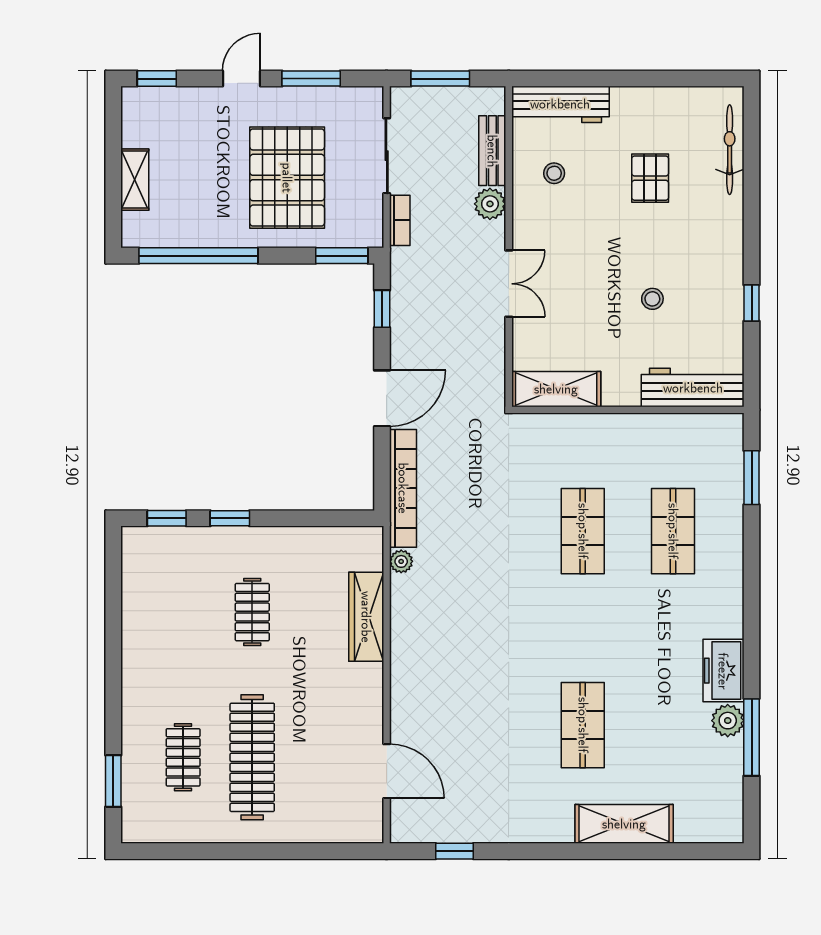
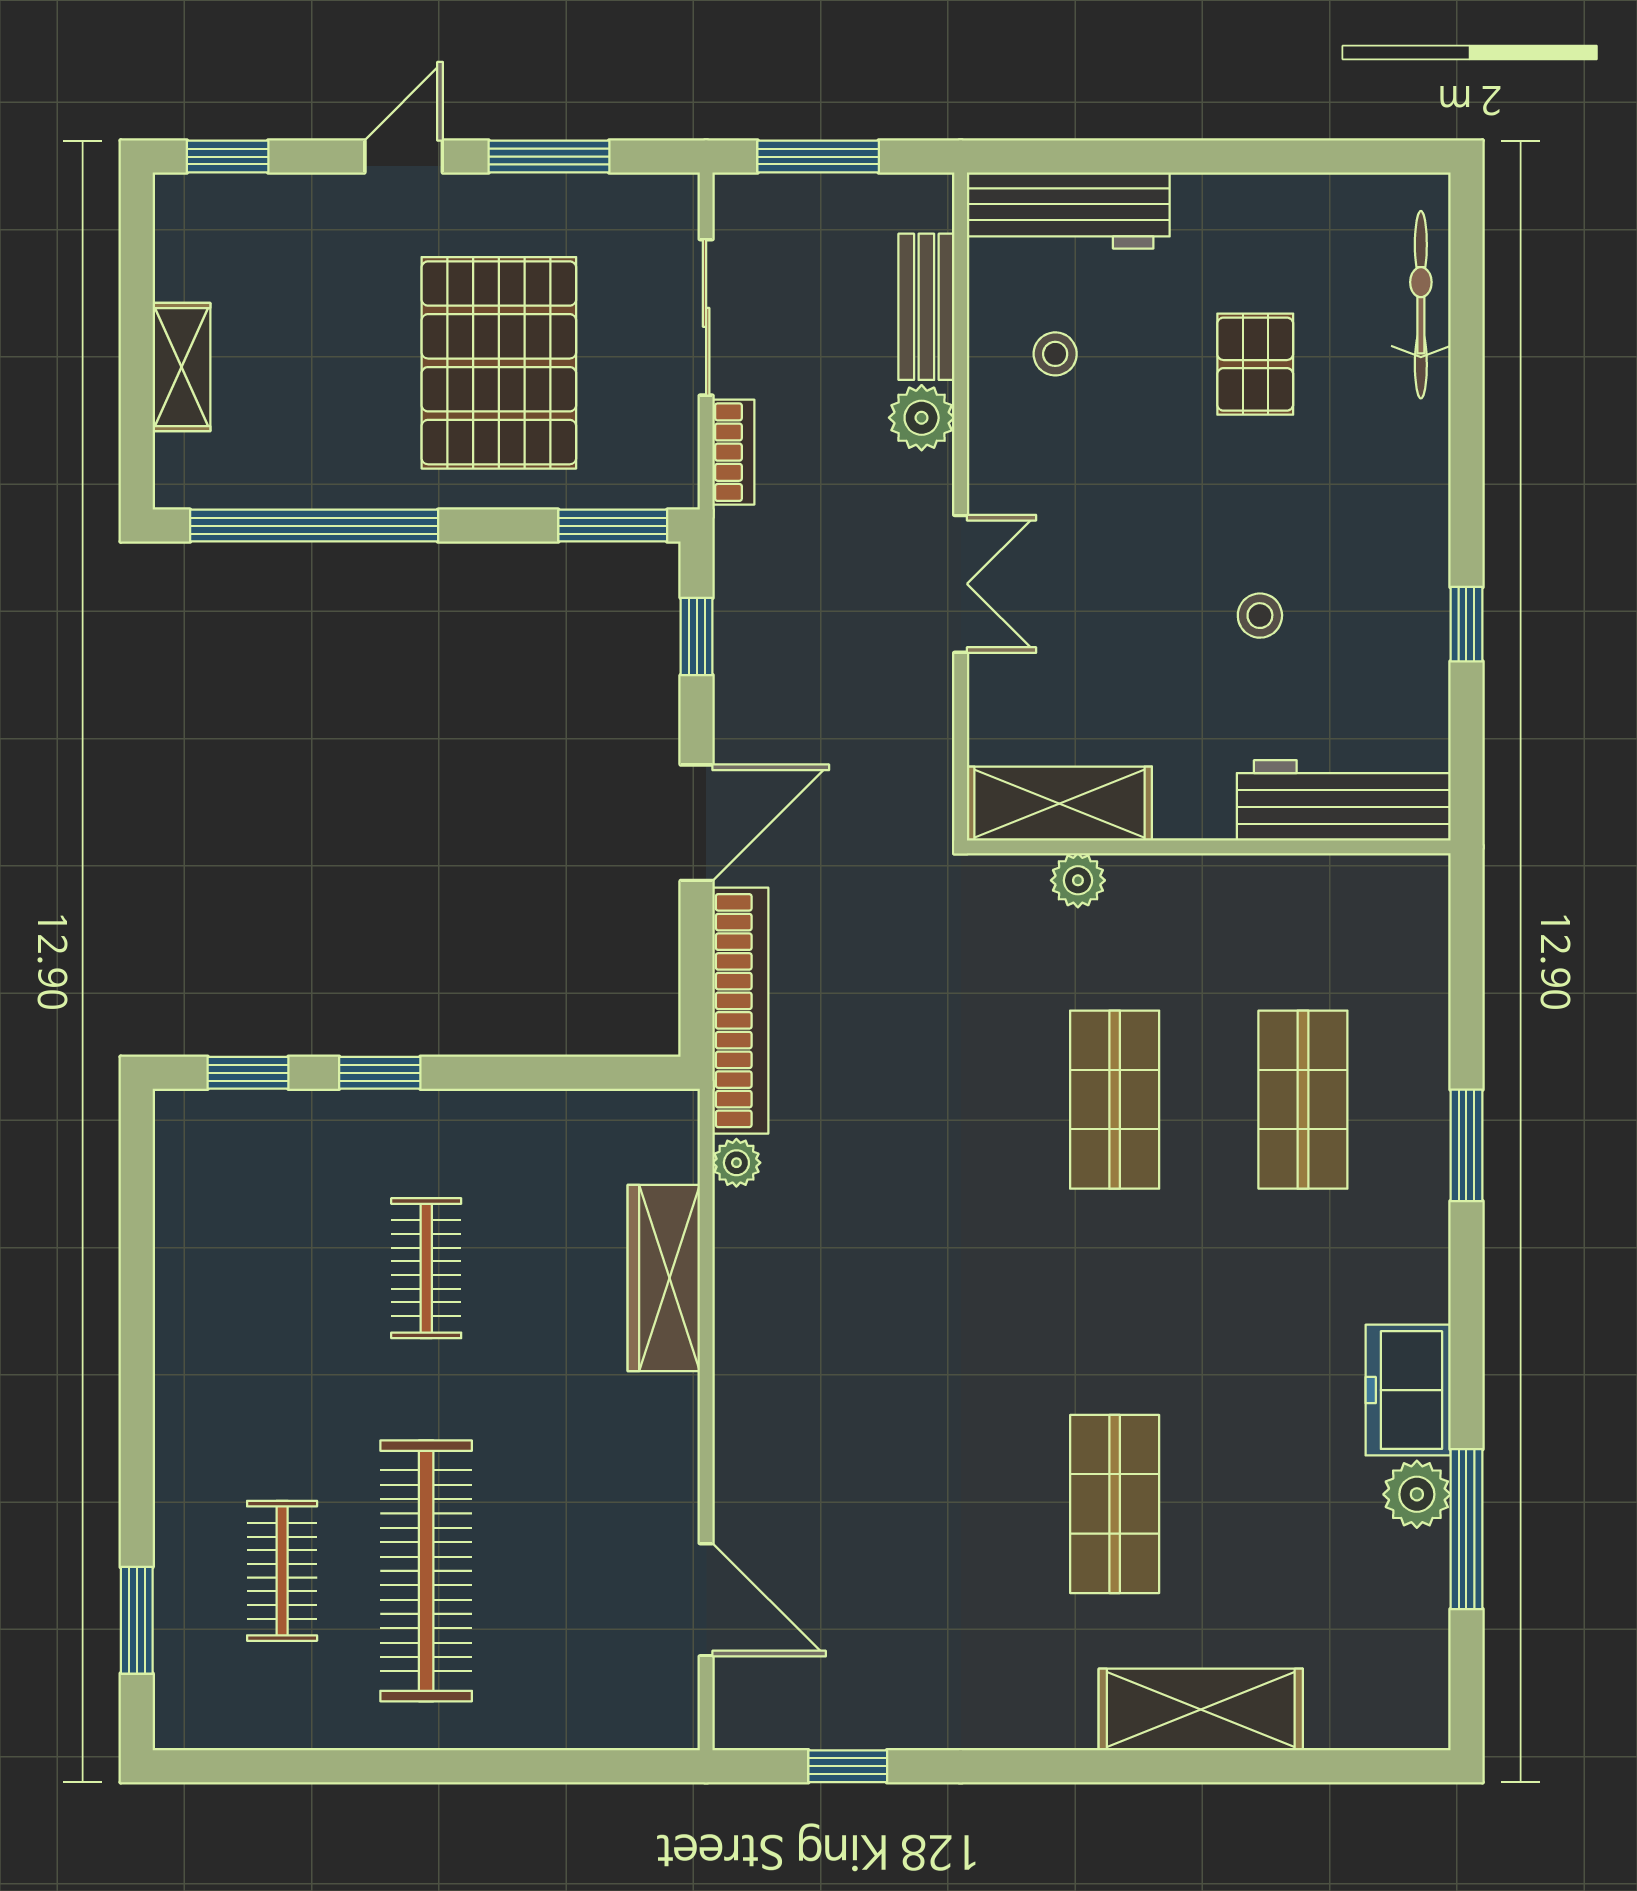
plant: (565, 426) -> (1078, 880), added
window: (752, 478) -> (1466, 1145), moved

